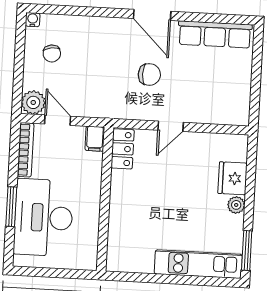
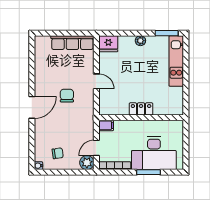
door: (152, 15) -> (32, 107), moved
row of seats: (215, 34) -> (72, 43), moved, turned 90
locker: (123, 149) -> (141, 109), moved
fridge: (233, 178) -> (108, 44), moved

